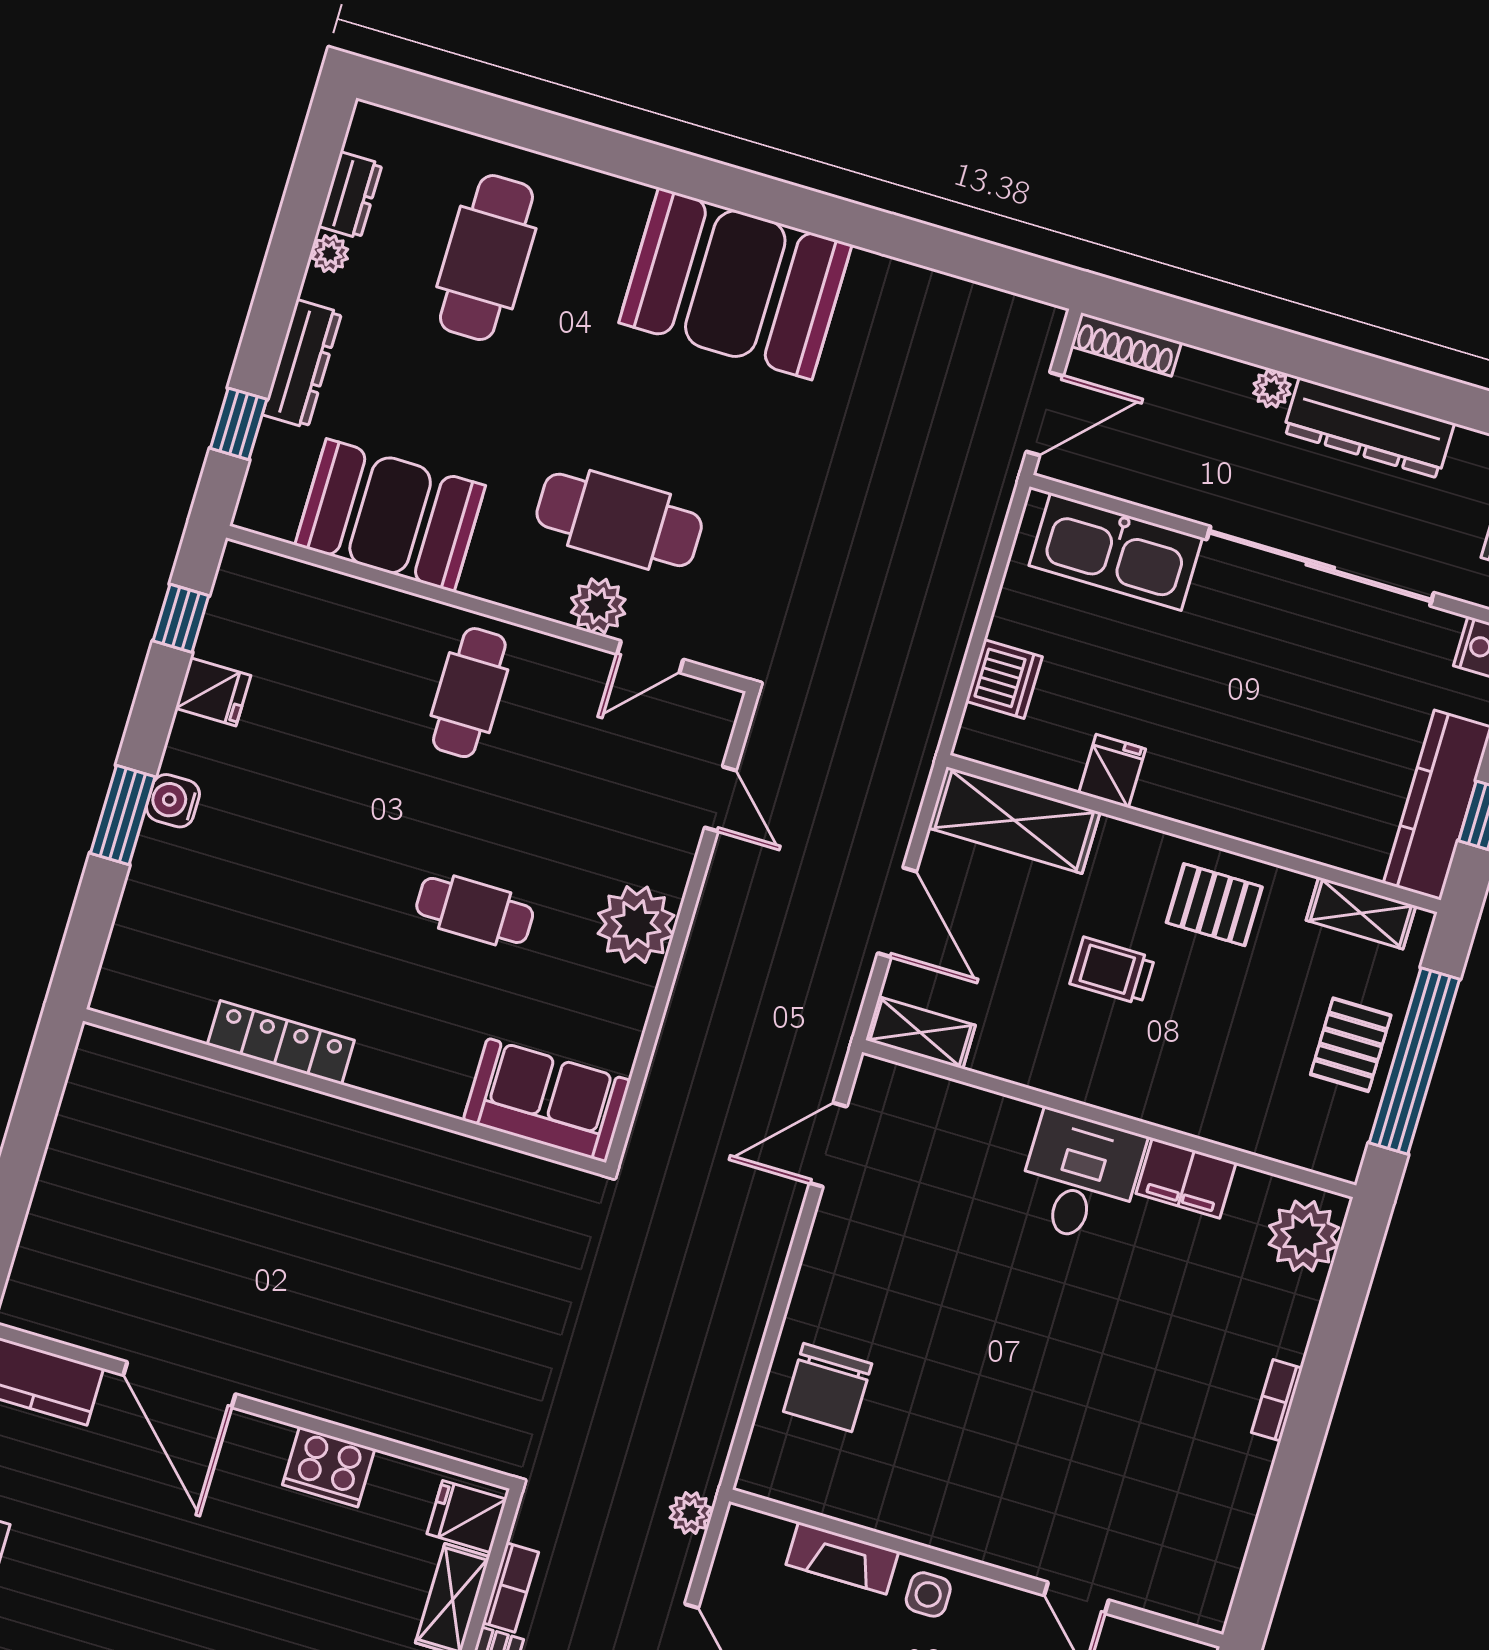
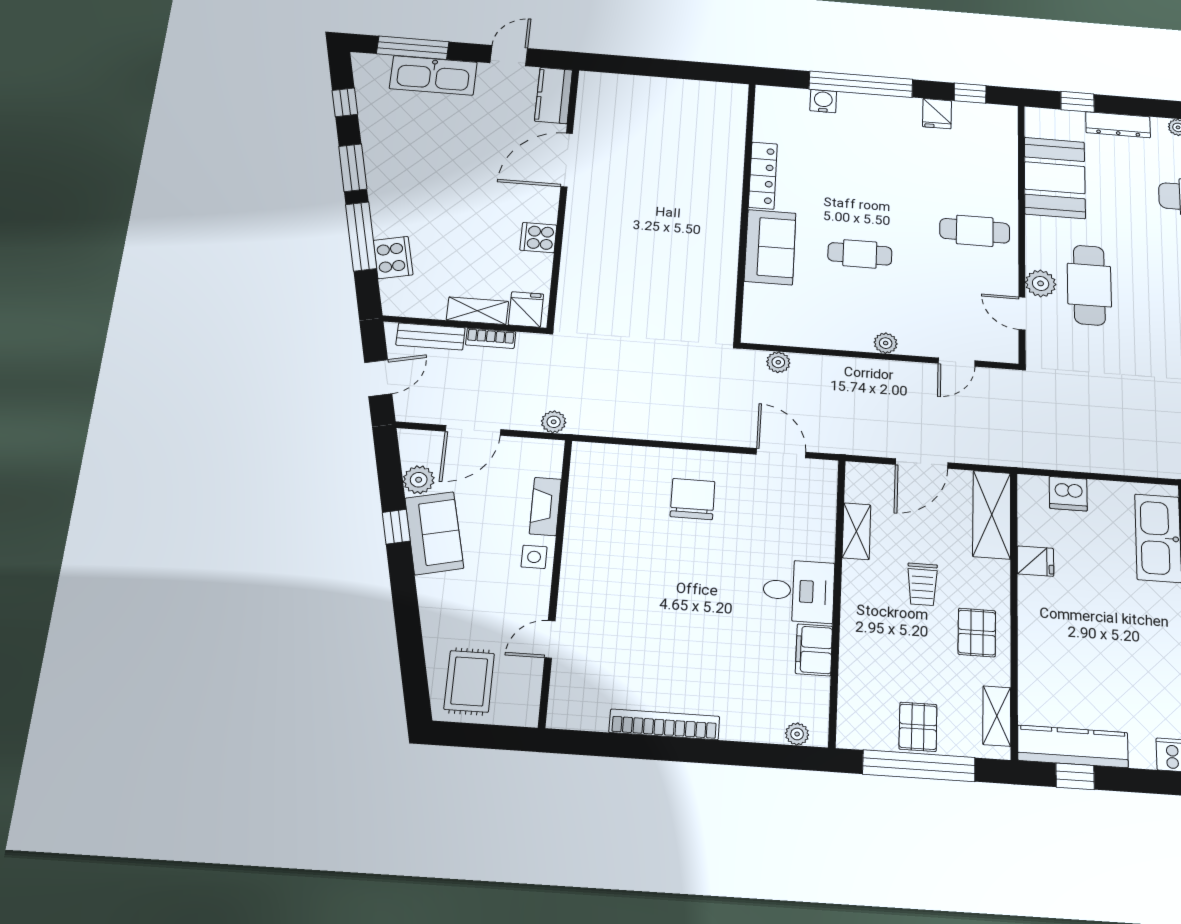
water cooler: (173, 801) -> (823, 101), moved
window: (123, 815) -> (861, 84), width x2.11
cafe table: (475, 910) -> (860, 254), turned 90
plant: (636, 924) -> (886, 343), width x0.53, depth x0.53
trolley: (1112, 971) -> (922, 584), turned 180
shelving: (920, 1033) -> (856, 531), moved
pallet: (1351, 1045) -> (918, 727), turned 90
sofa: (547, 1100) -> (770, 247), moved
plant: (657, 1107) -> (778, 362), added
plant: (1304, 1236) -> (797, 734), width x0.53, depth x0.53
chair: (828, 1388) -> (693, 499), moved, turned 90
bookcase: (1277, 1400) -> (664, 724), width x2.31, depth x1.31
cooker: (329, 1467) -> (538, 238), width x0.73

